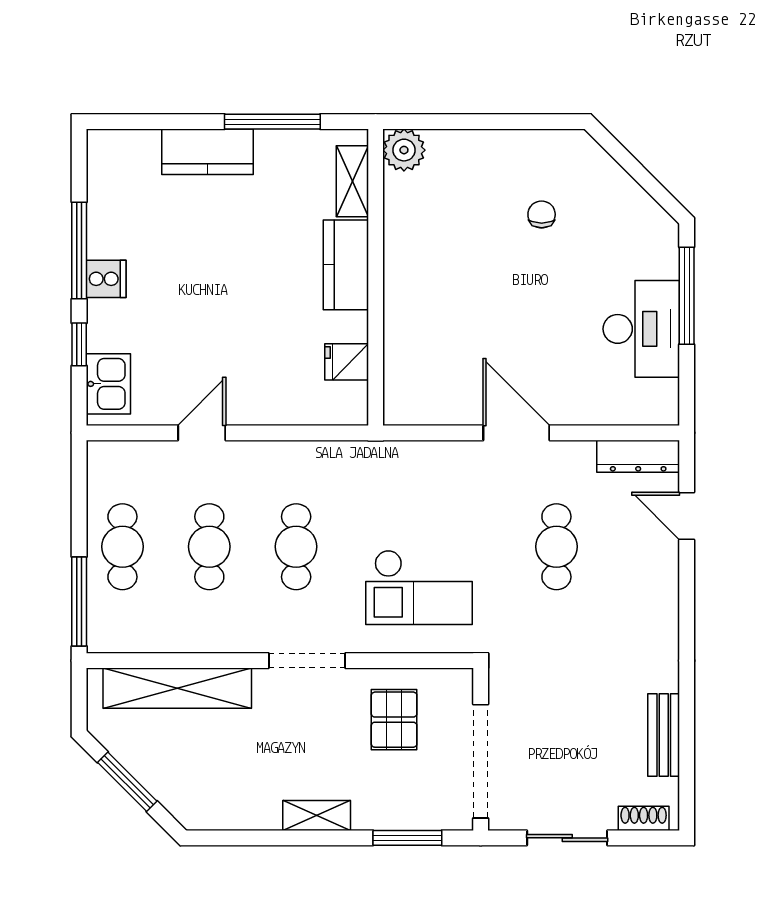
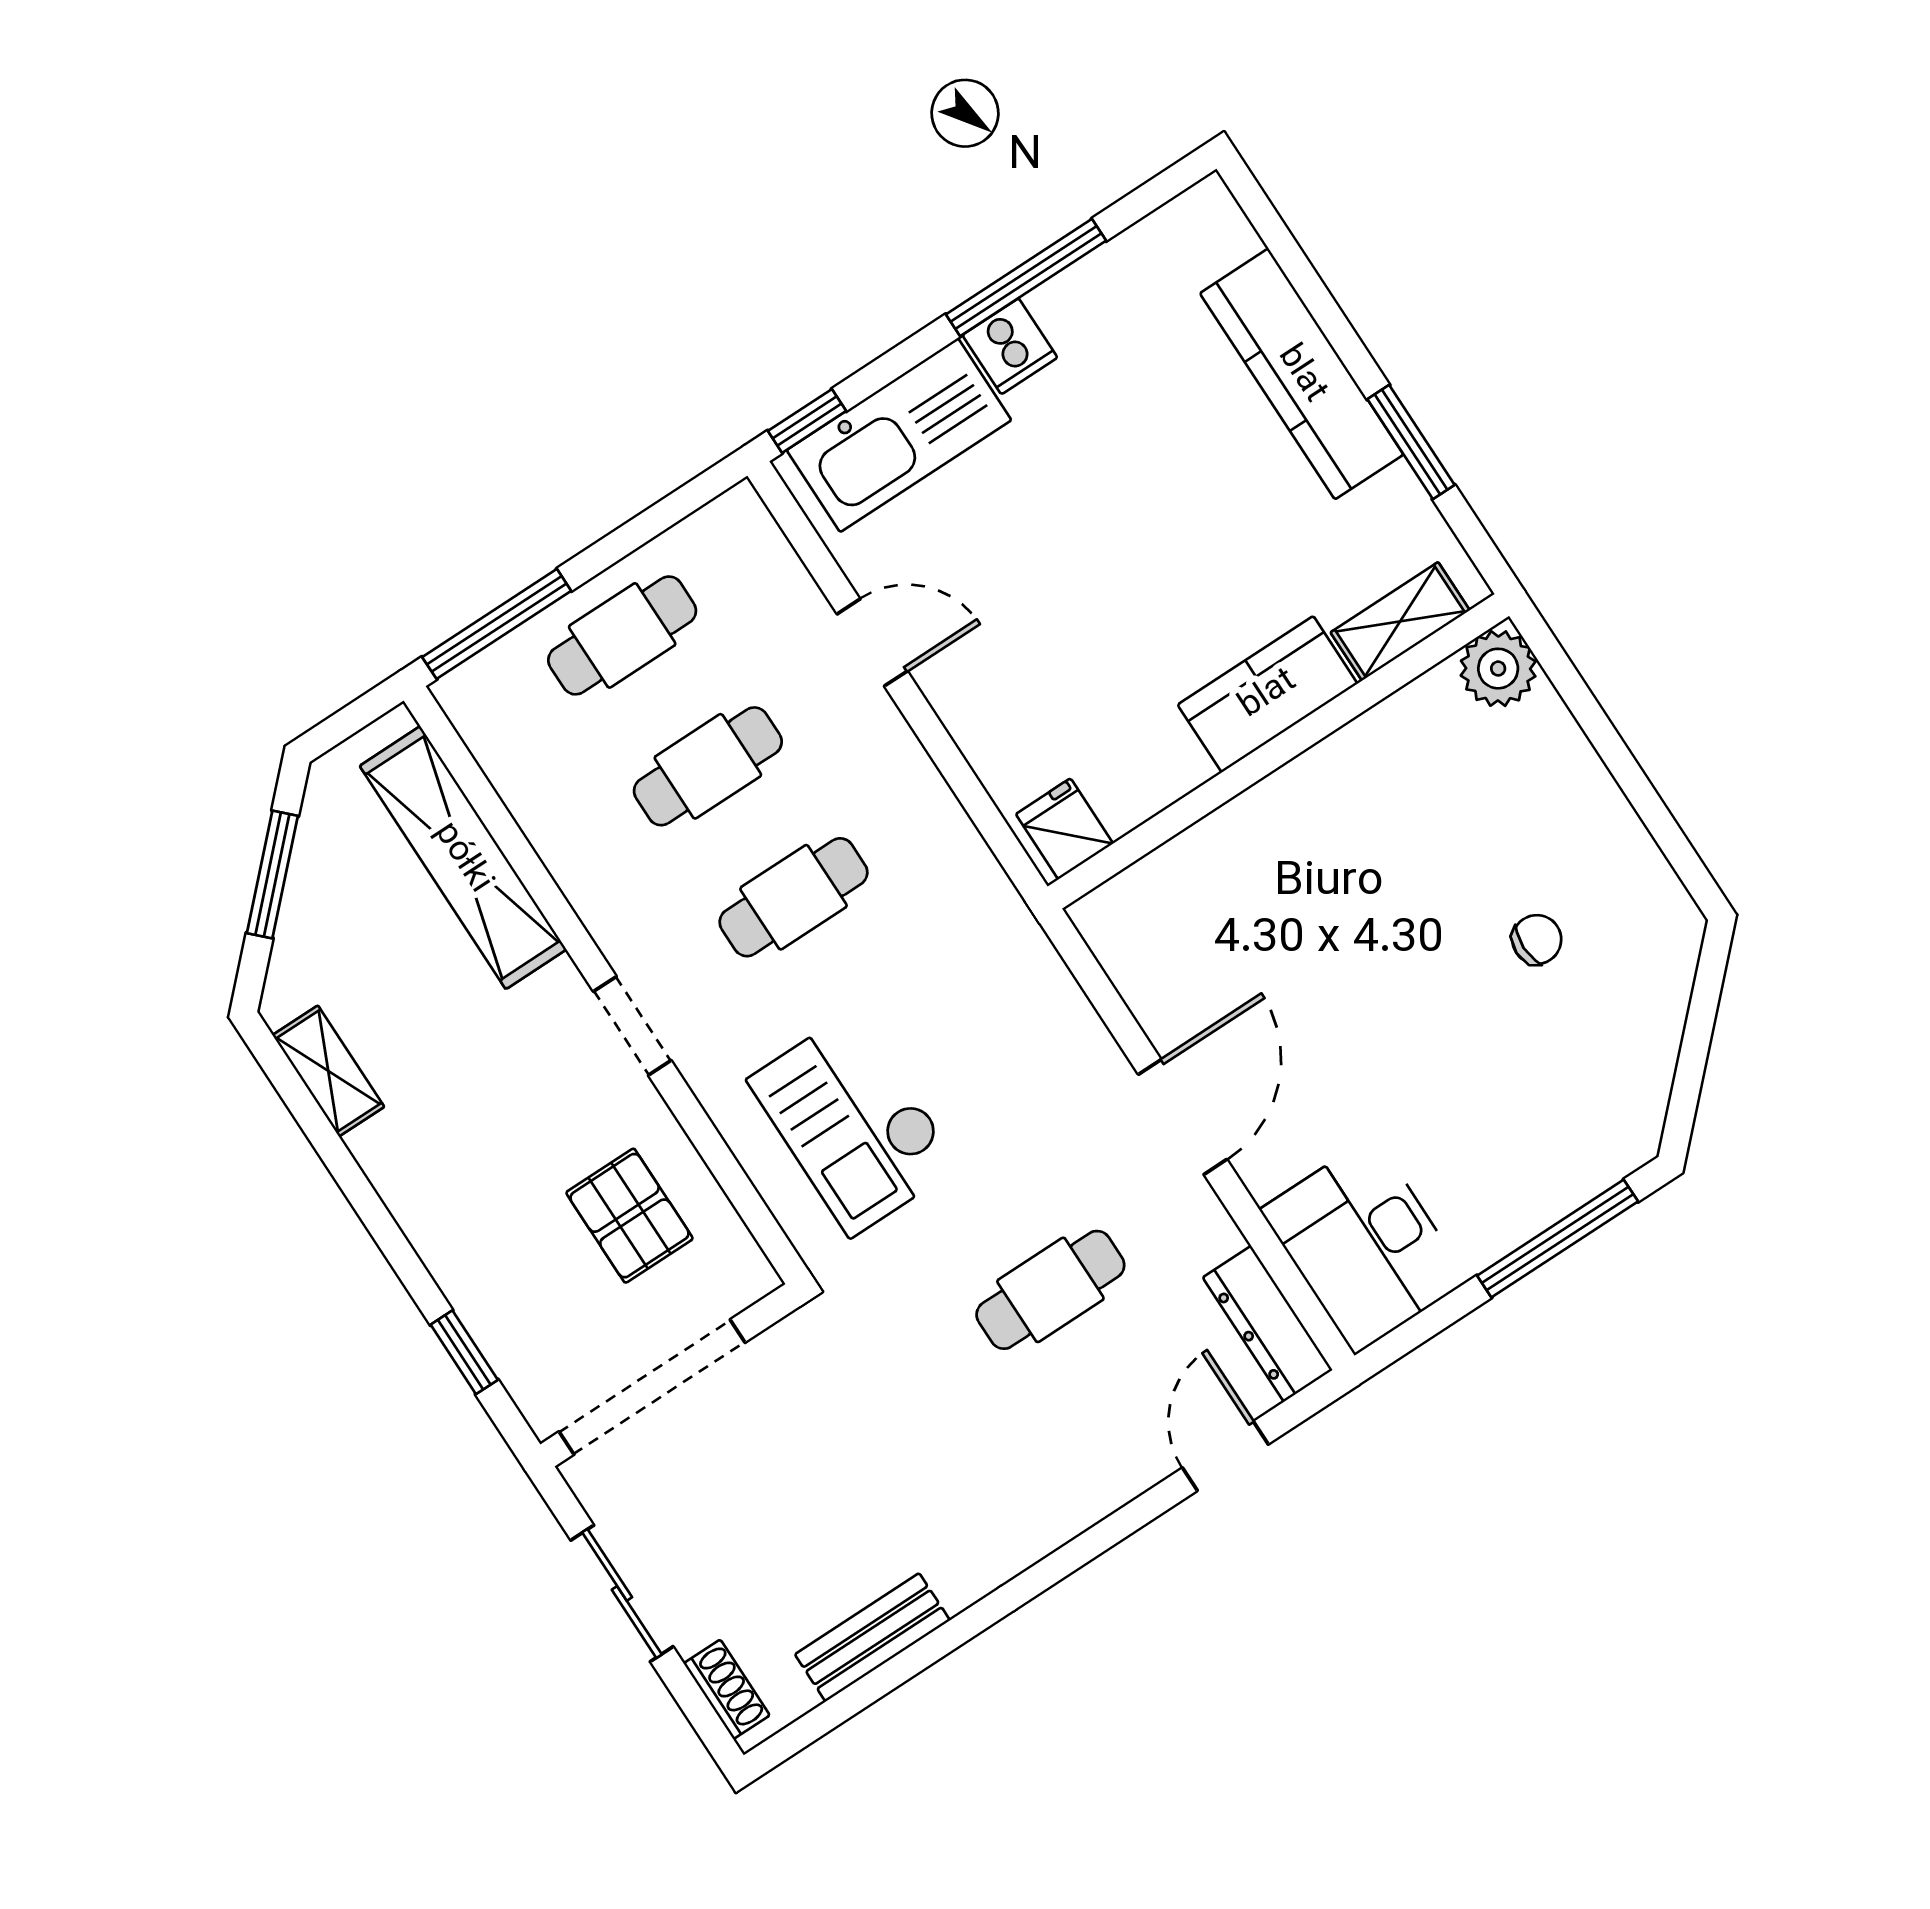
window: (272, 122) -> (1411, 442), width x0.69
kitchen counter: (207, 152) -> (1302, 374), width x1.50
desk: (641, 329) -> (1364, 1245), moved, turned 90
window: (79, 344) -> (807, 421), moved
fridge: (347, 362) -> (1064, 829), moved
kitchen sink: (108, 384) -> (899, 435), width x1.87, depth x1.24
doorway: (307, 661) -> (632, 1026), width x0.73
pallet: (394, 720) -> (629, 1216), turned 90
shelving: (317, 816) -> (328, 1071), moved
window: (407, 838) -> (464, 1352), width x0.67

